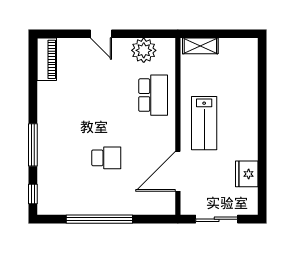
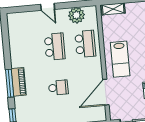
piano: (47, 59) -> (19, 82), moved
school desk: (106, 95) -> (55, 47), added

